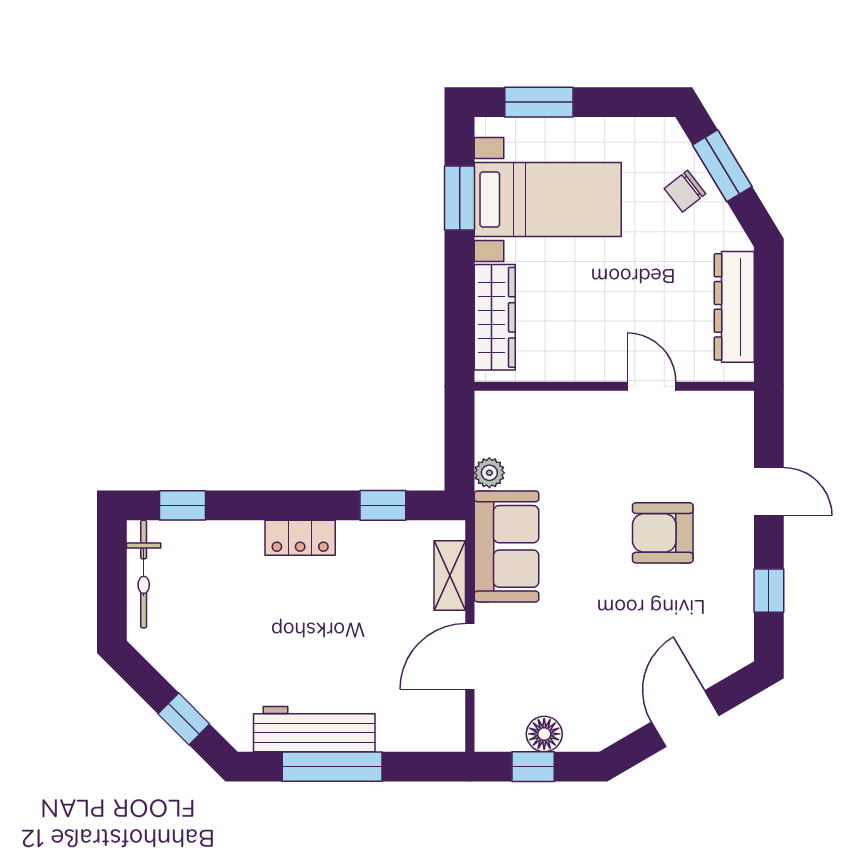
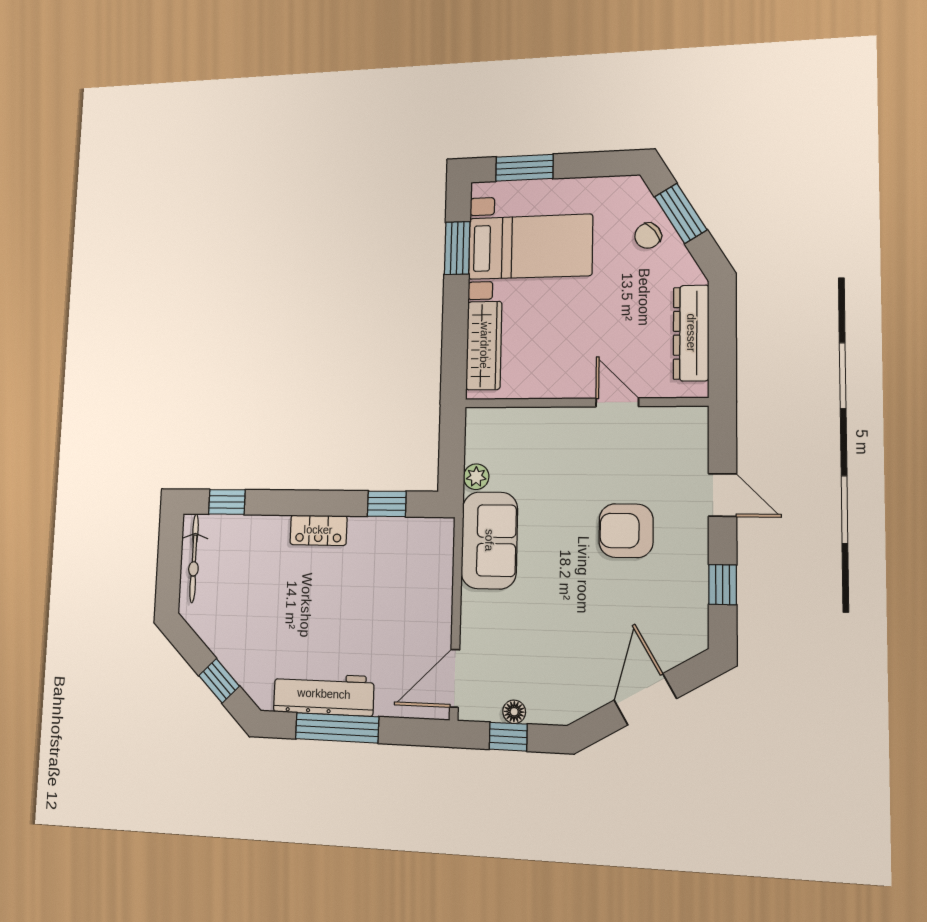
shelving: (450, 575) -> (441, 565), removed
door: (470, 656) -> (455, 678), moved
floor lamp: (544, 734) -> (514, 712), width x0.73, depth x0.73

